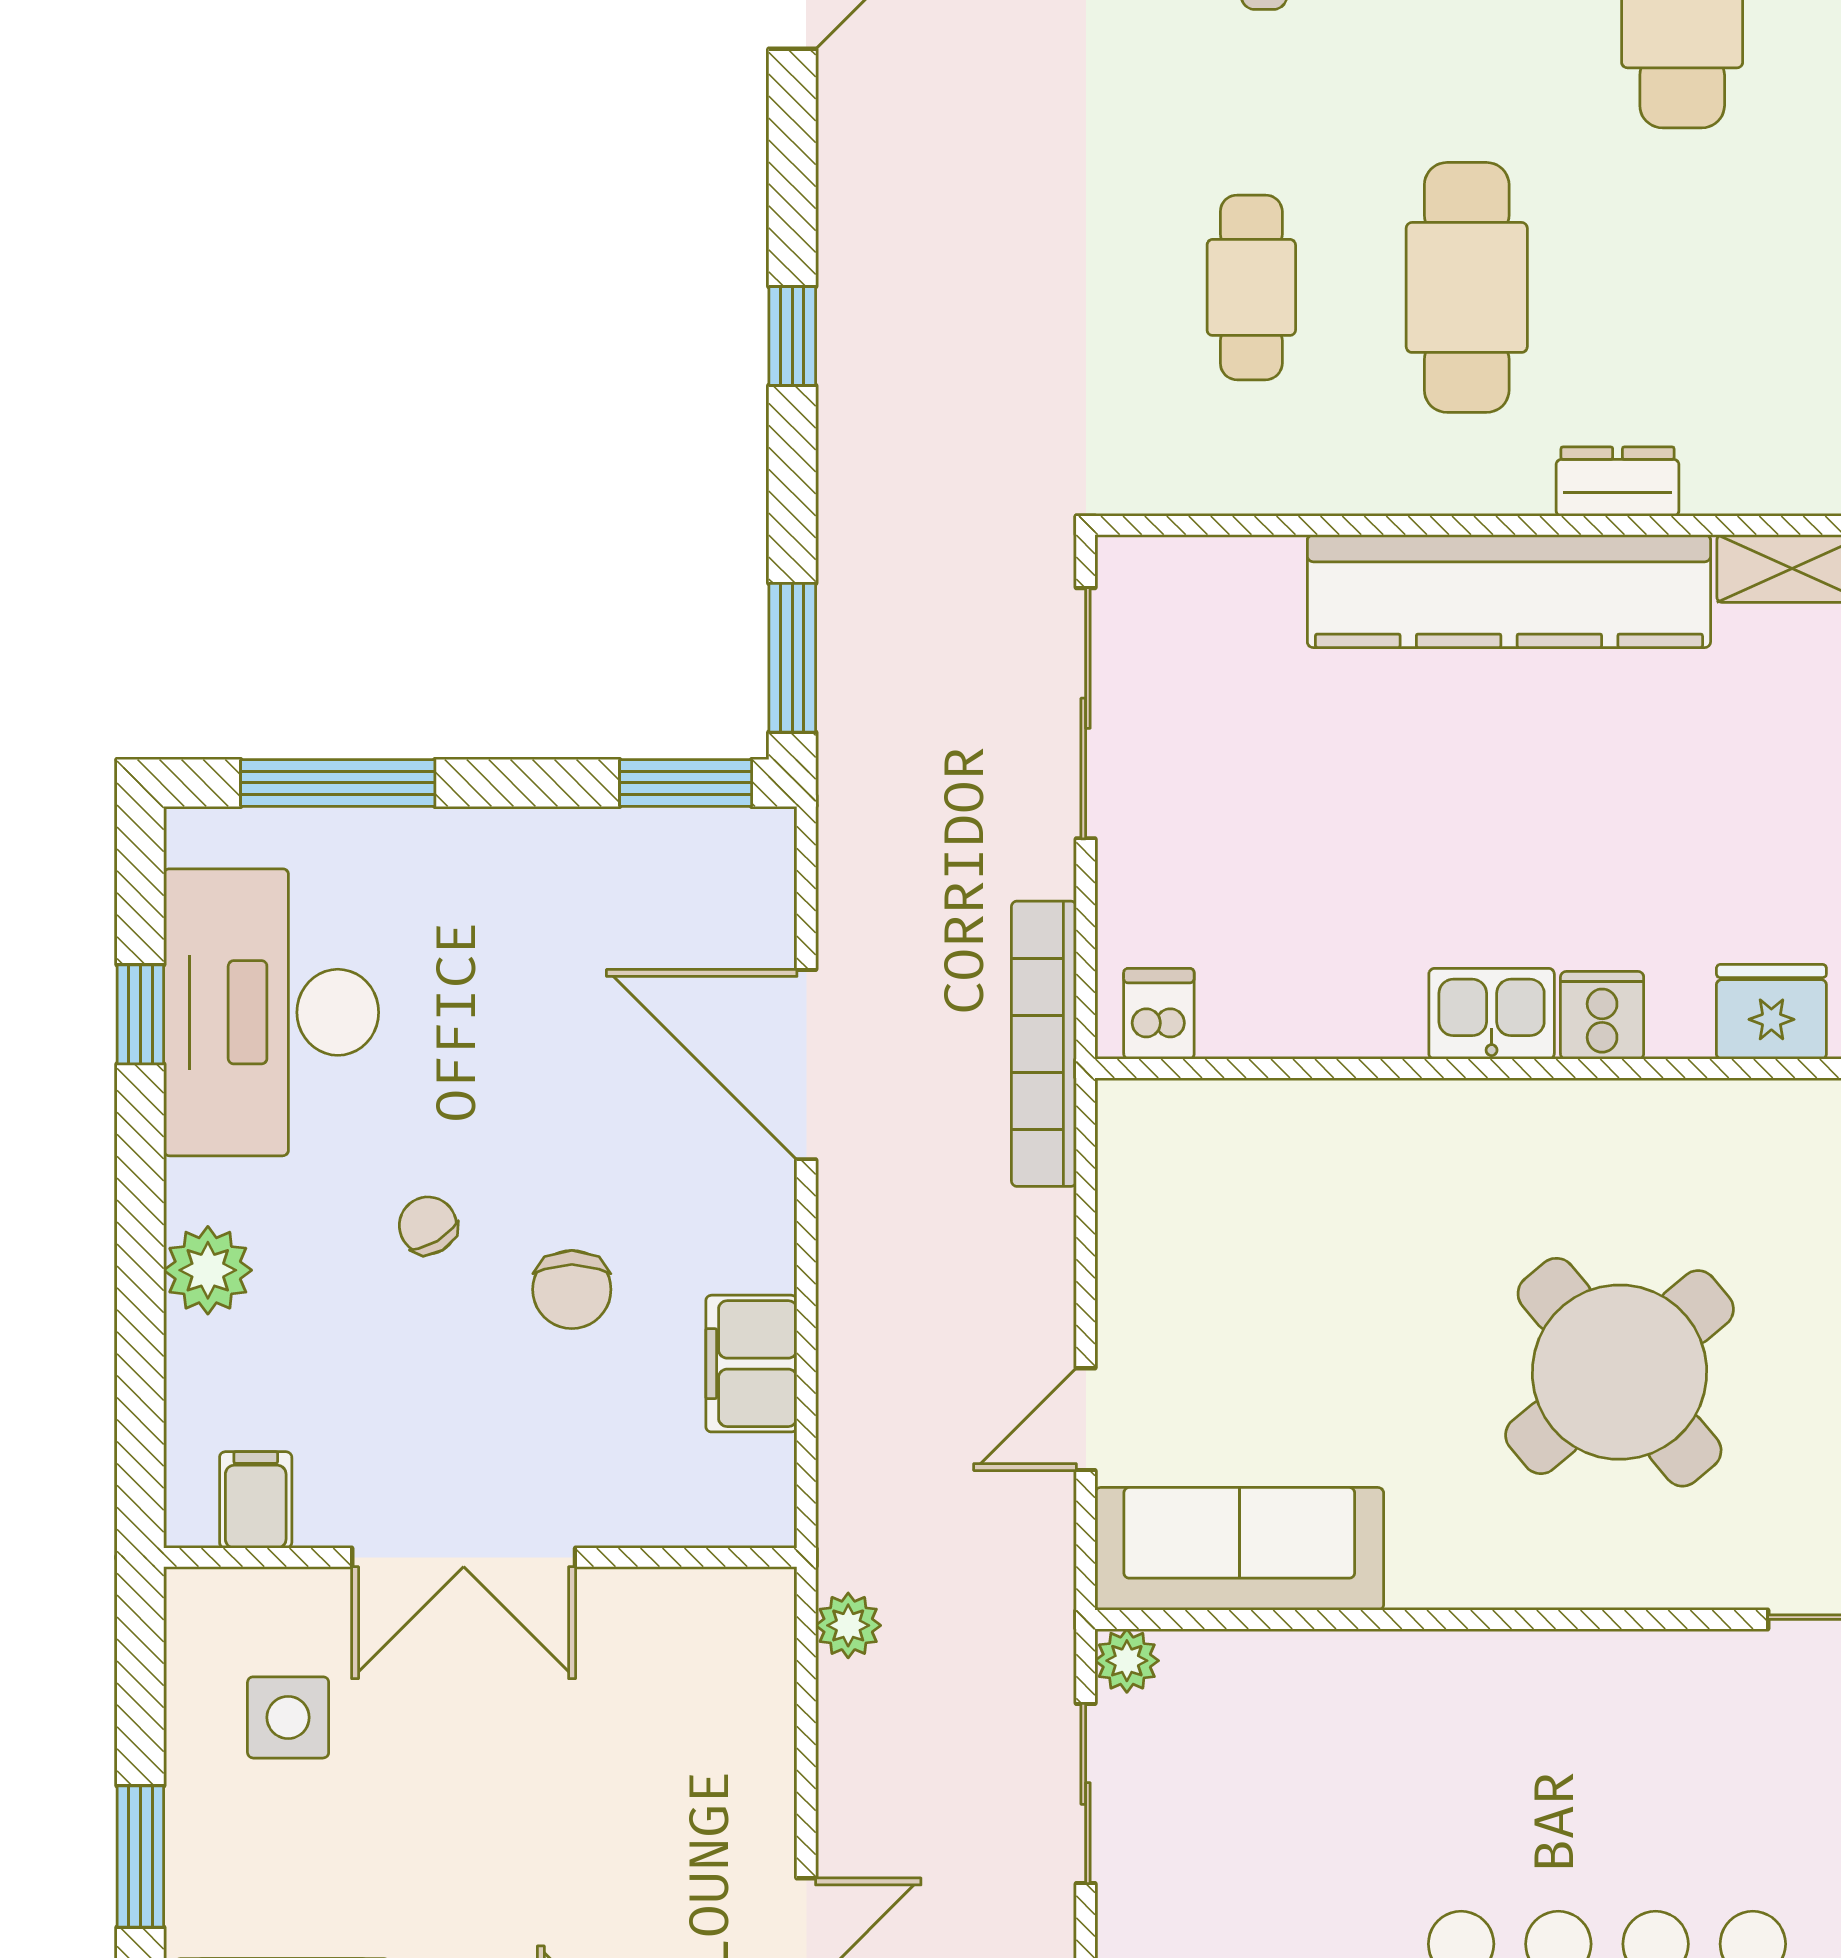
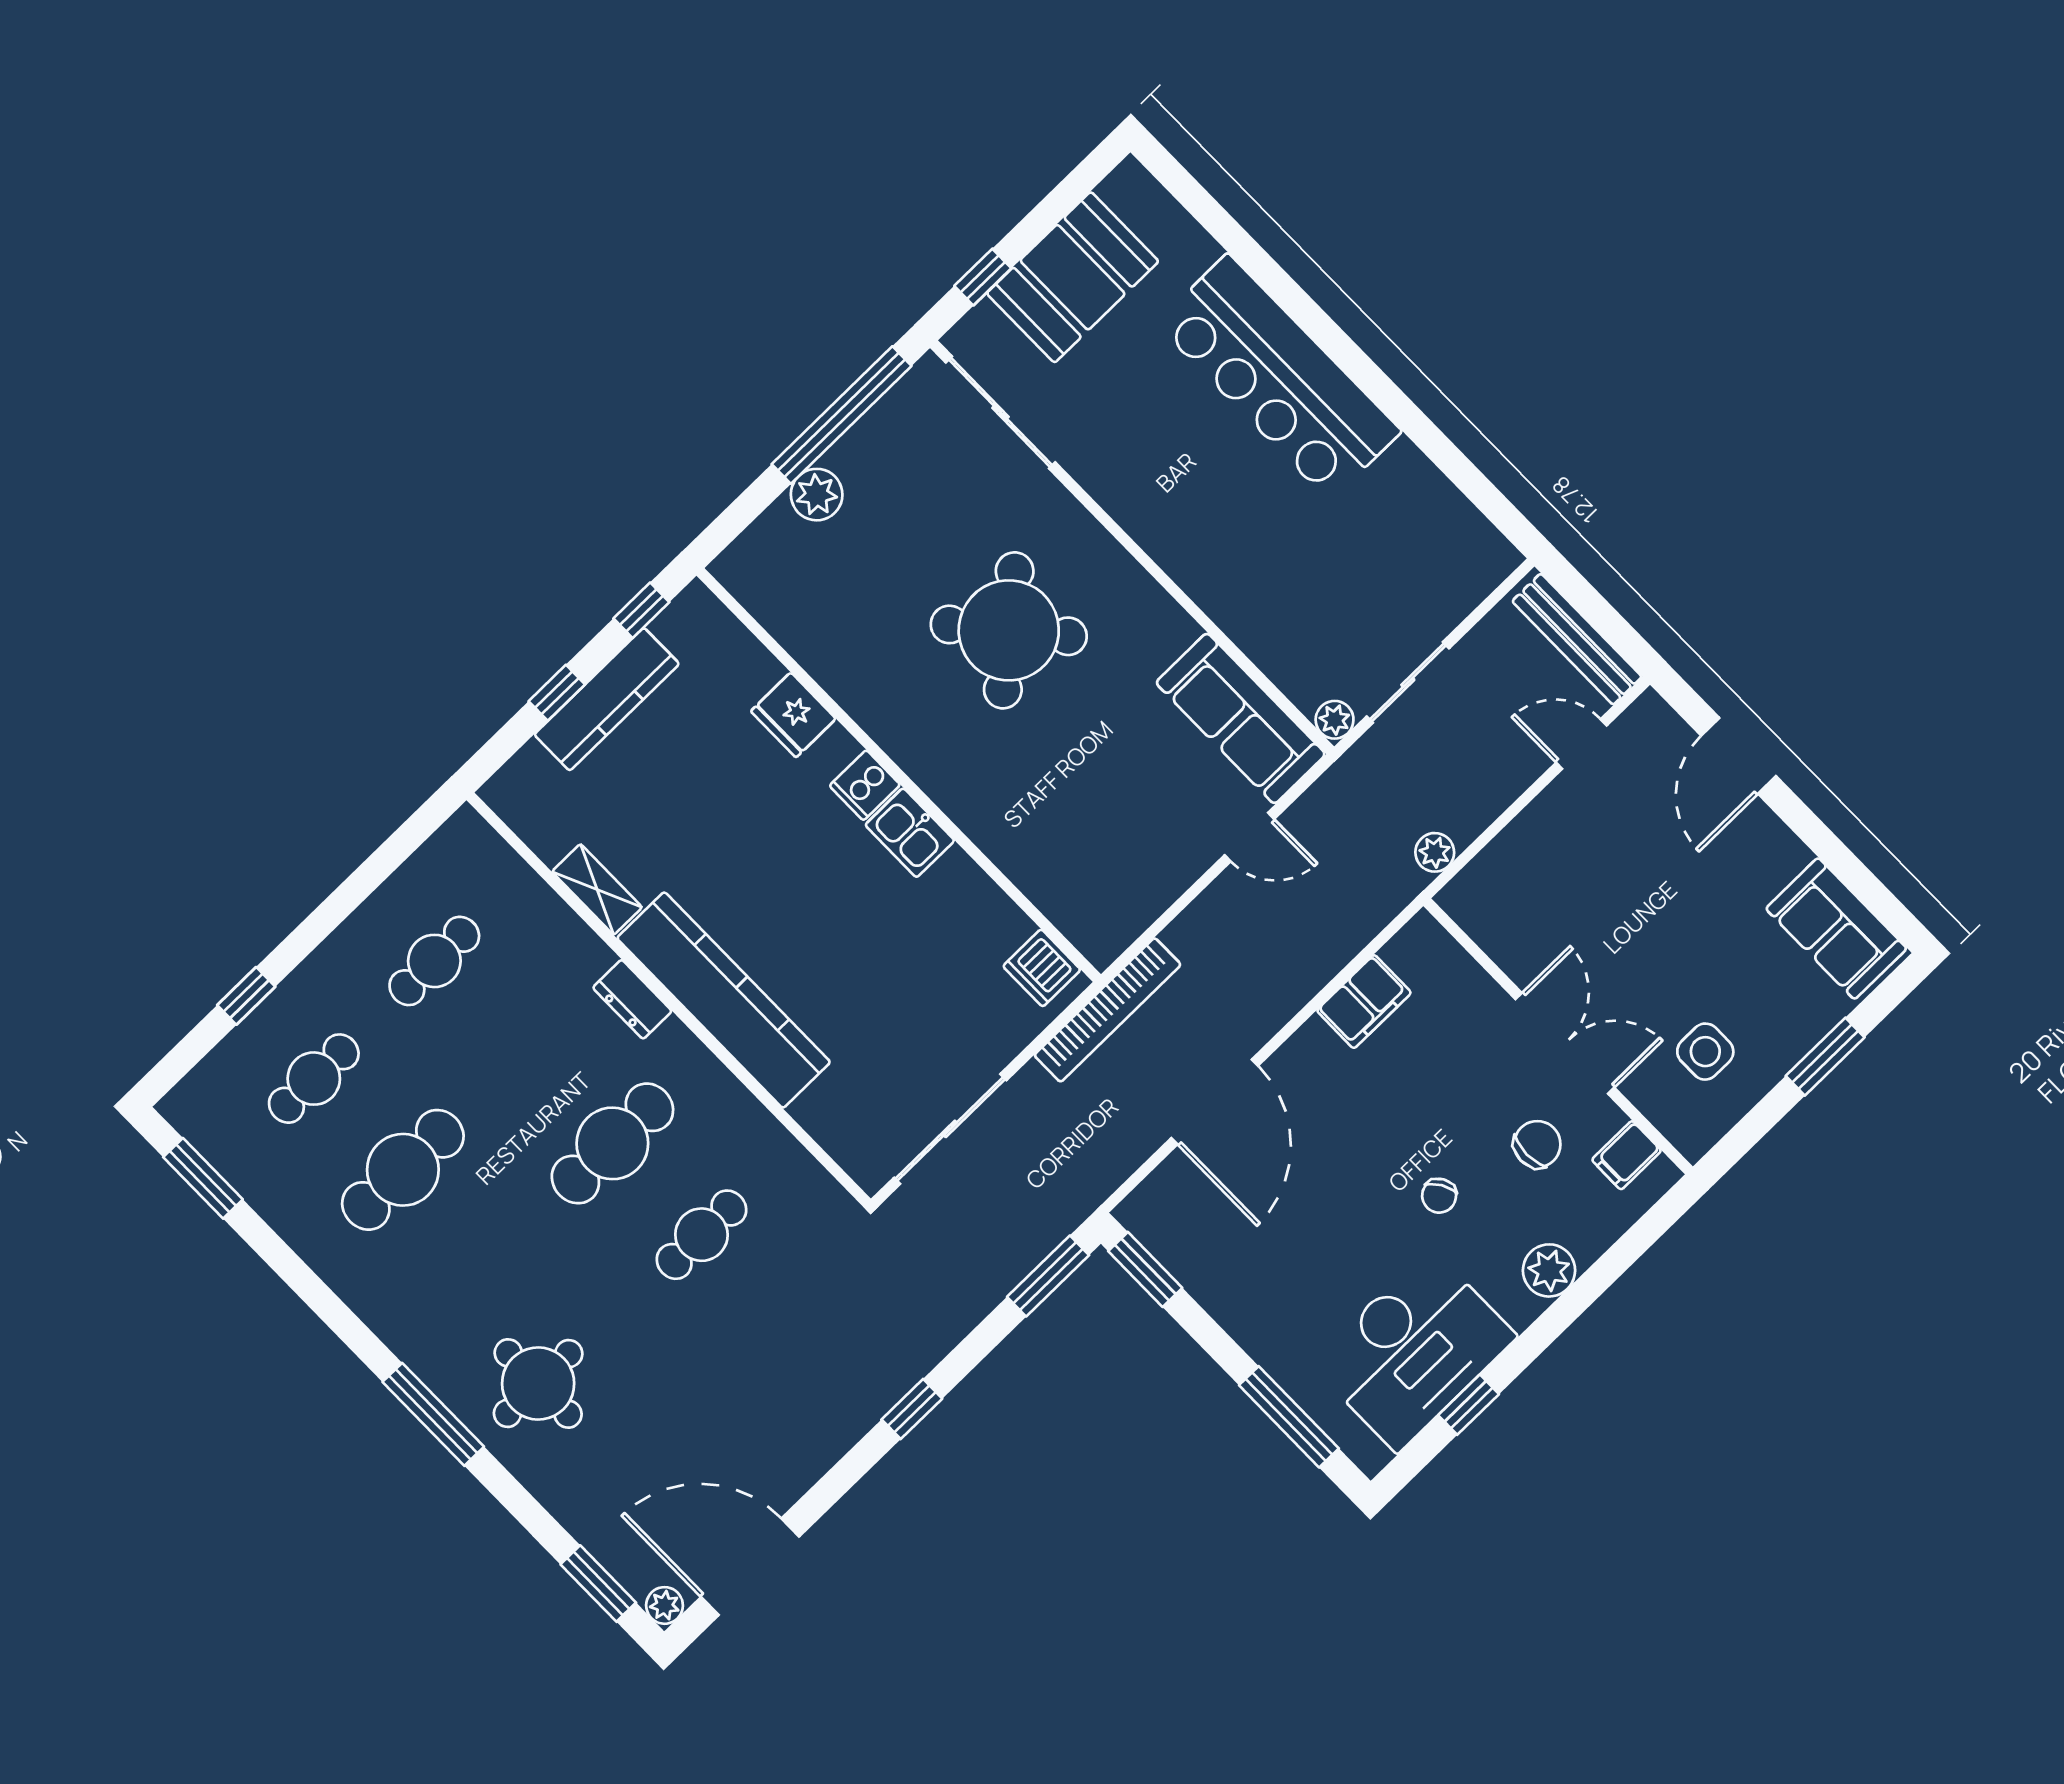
dishwasher: (1159, 1014) -> (1042, 968), width x1.38
chair: (572, 1289) -> (1537, 1144), moved

